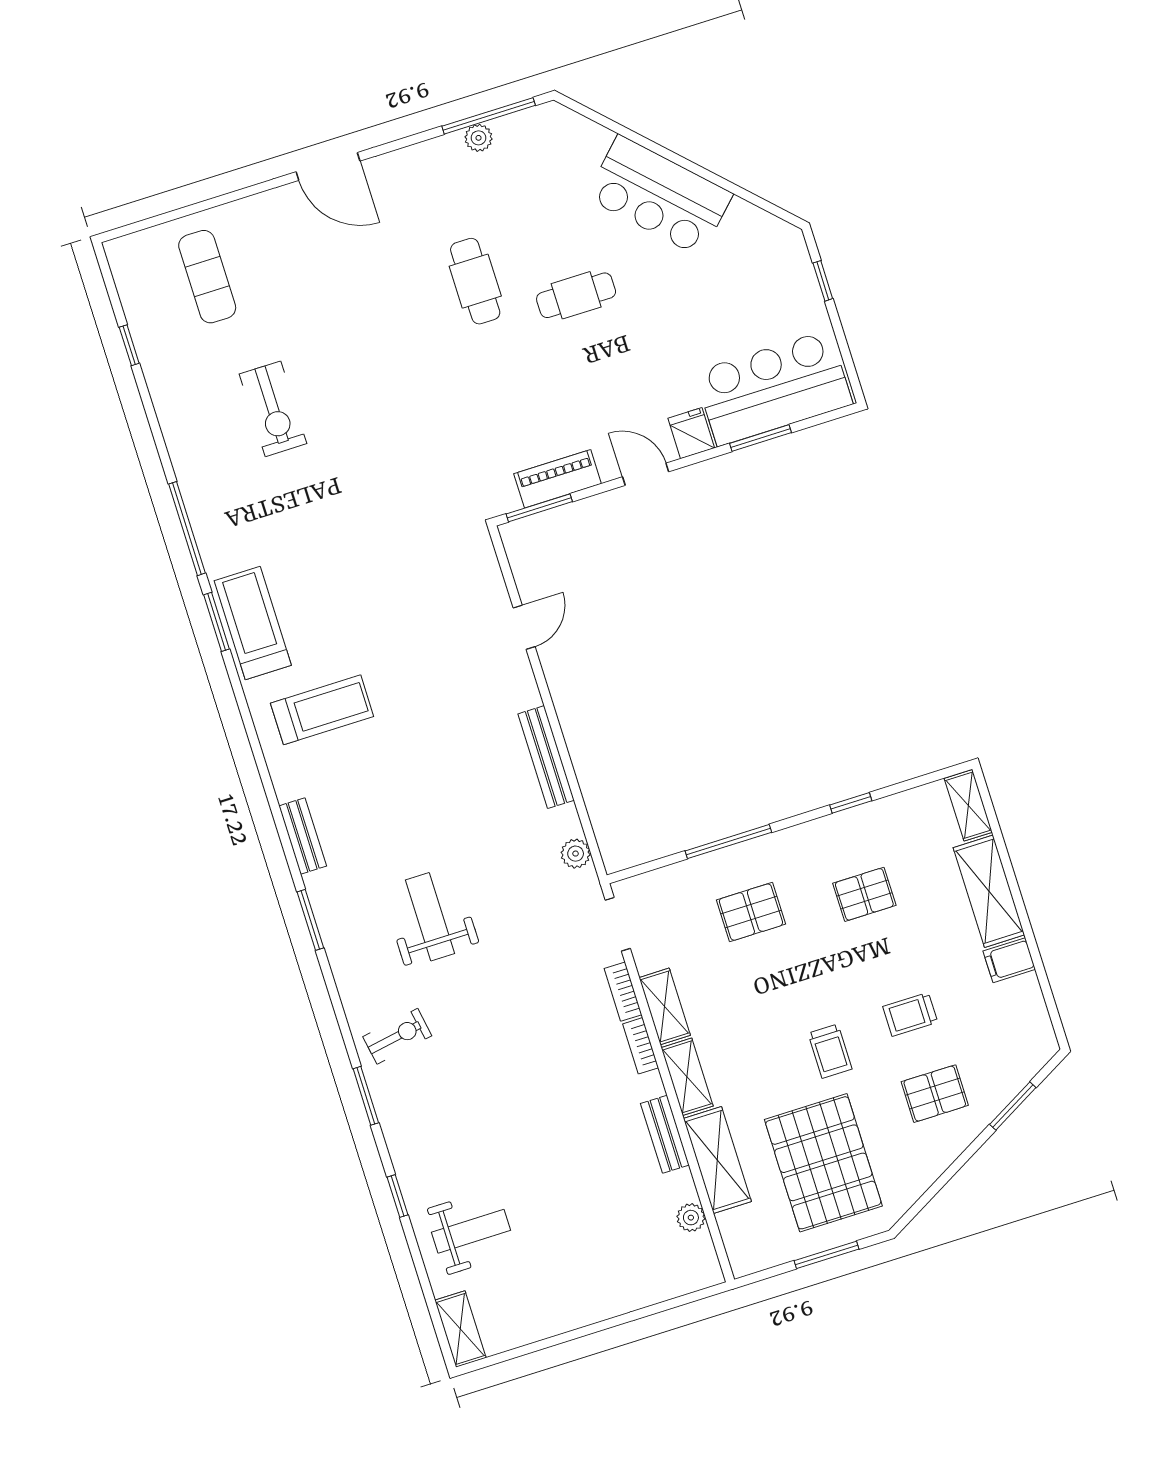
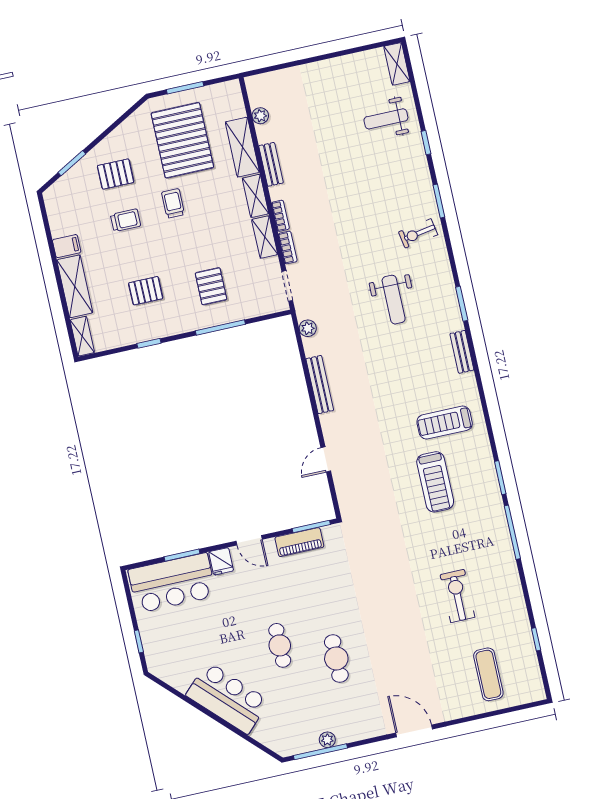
cafe table: (576, 295) -> (280, 645), turned 90
treadmill: (253, 623) -> (435, 482), moved
pallet: (751, 912) -> (211, 286), turned 90

